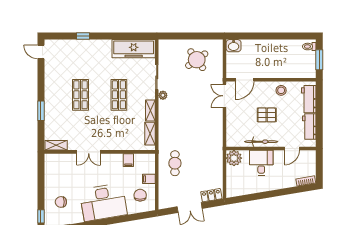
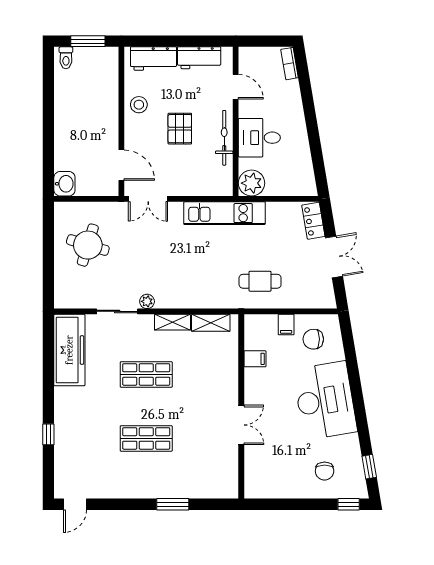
round table: (197, 60) -> (88, 245), turned -37
kitchen unit: (216, 142) -> (224, 213), added
shelving: (56, 145) -> (230, 479), removed

